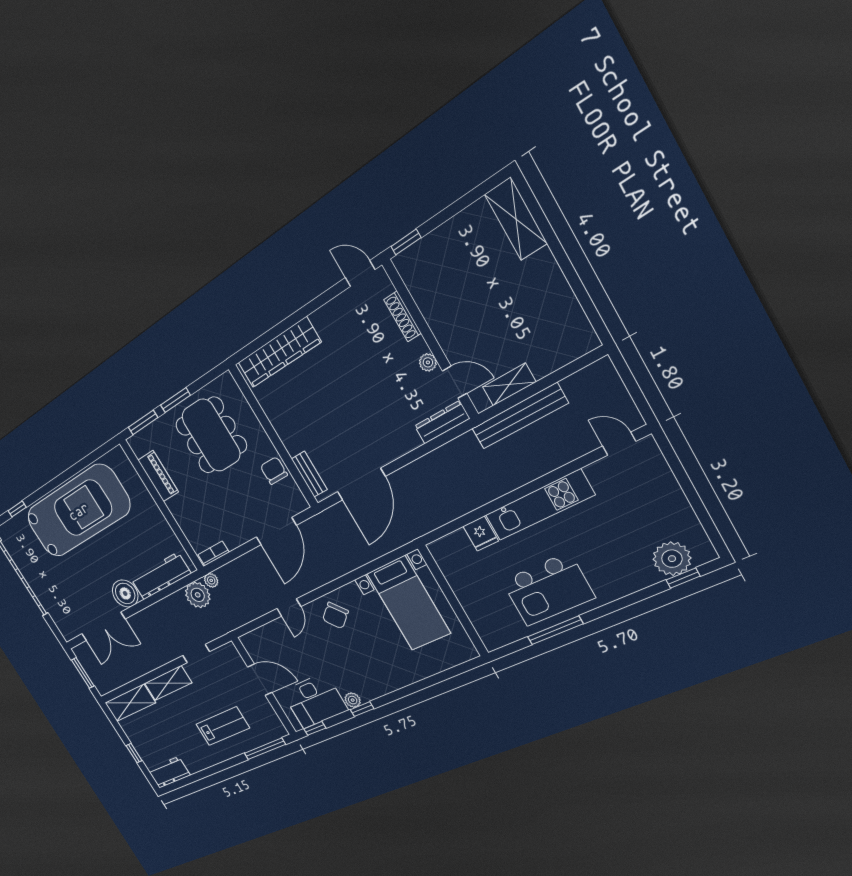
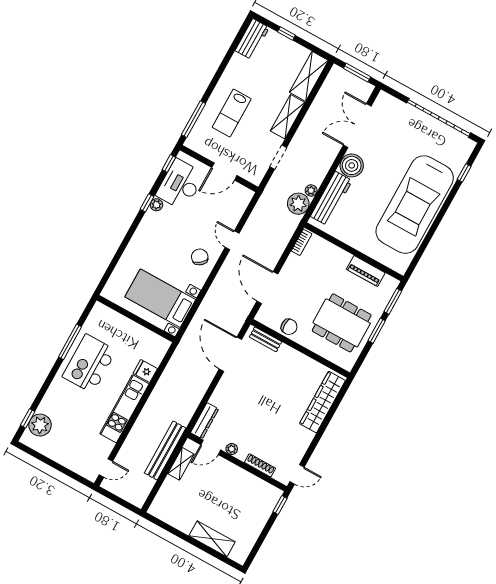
shelving: (516, 219) -> (212, 539), moved
plant: (211, 580) -> (311, 191), moved

